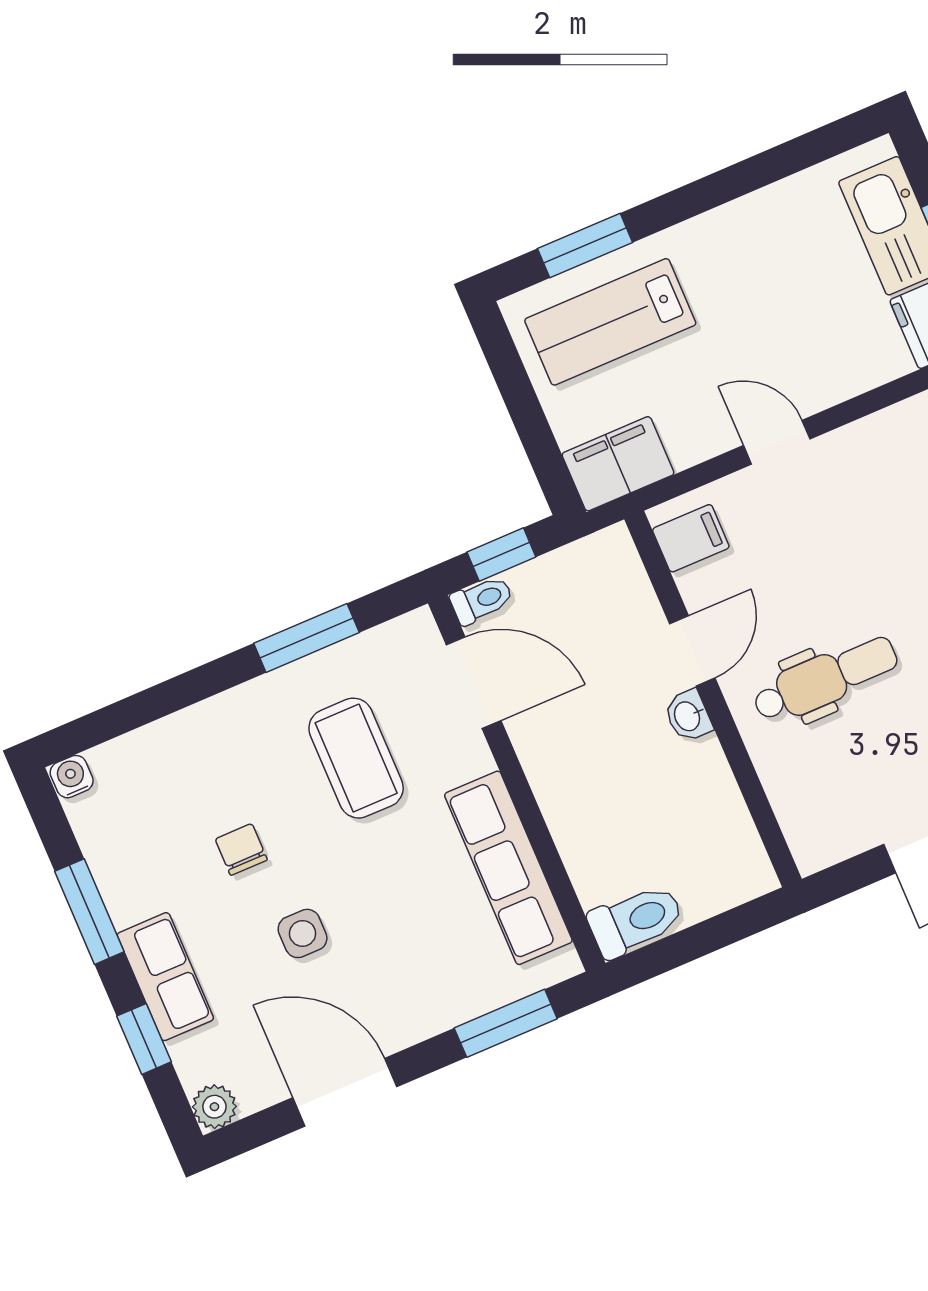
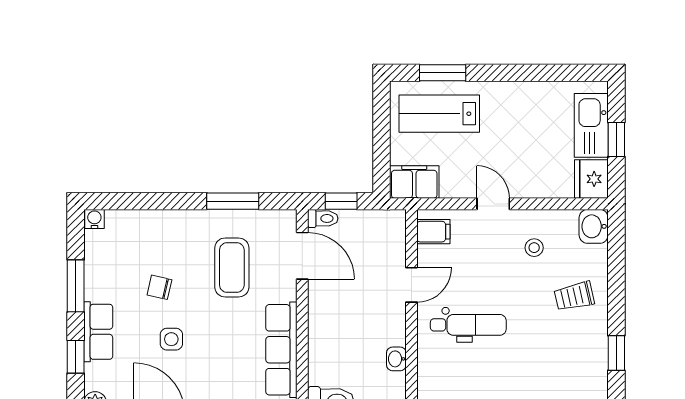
stool: (884, 489) -> (534, 248), added
washbasin: (688, 716) -> (396, 359), moved
chair: (241, 849) -> (159, 287), turned -77

